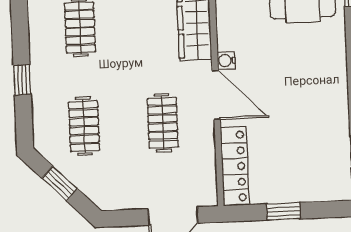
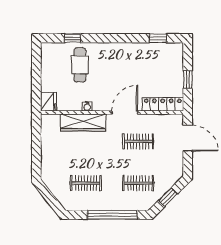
water cooler: (226, 60) -> (87, 106), moved
window: (22, 80) -> (112, 215), width x3.17

